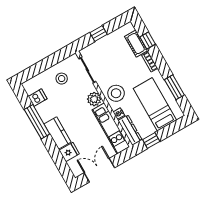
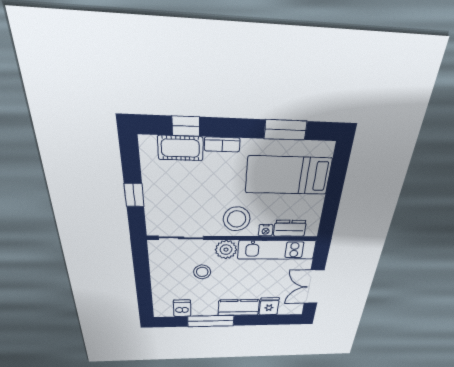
stool: (62, 79) -> (202, 272), moved
dresser: (130, 130) -> (290, 228), width x0.70
window: (151, 140) -> (330, 210), removed

